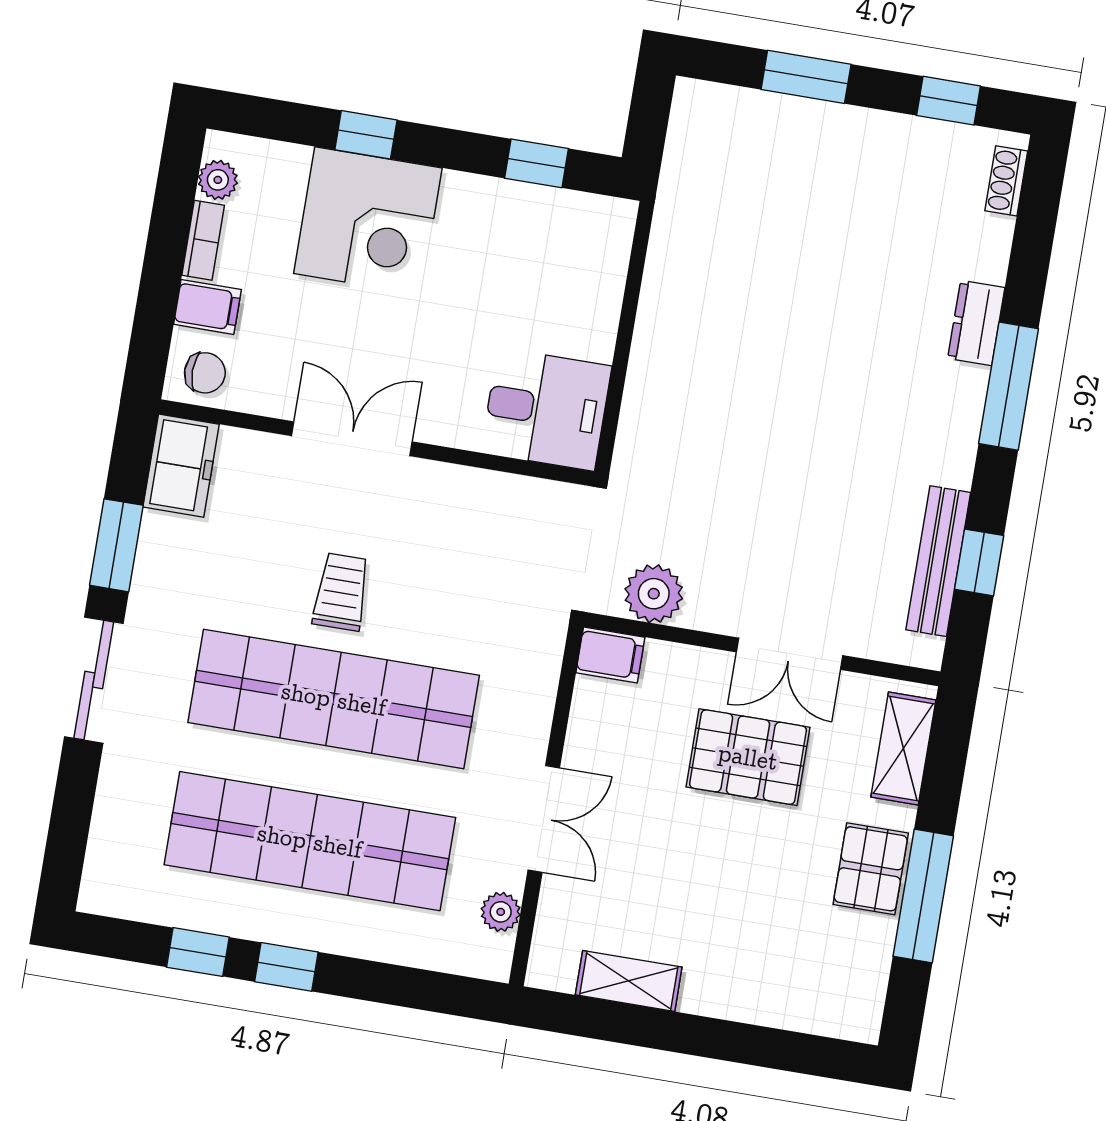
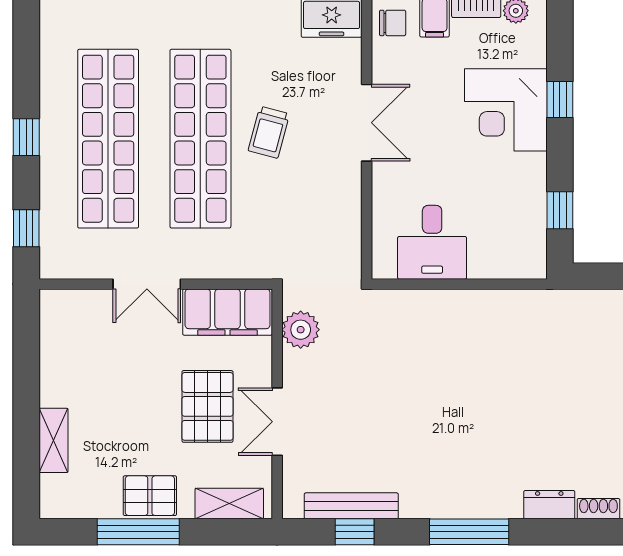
dresser: (976, 323) -> (549, 505), moved
chair: (205, 373) -> (393, 23), turned -90
desk: (546, 409) -> (432, 242), moved
trolley: (341, 592) -> (269, 132), turned 105
filing cabinet: (610, 655) -> (228, 312), width x3.00, depth x1.17
plant: (501, 912) -> (84, 267), removed
window: (198, 952) -> (26, 228), moved
shelving: (629, 981) -> (54, 440), moved

